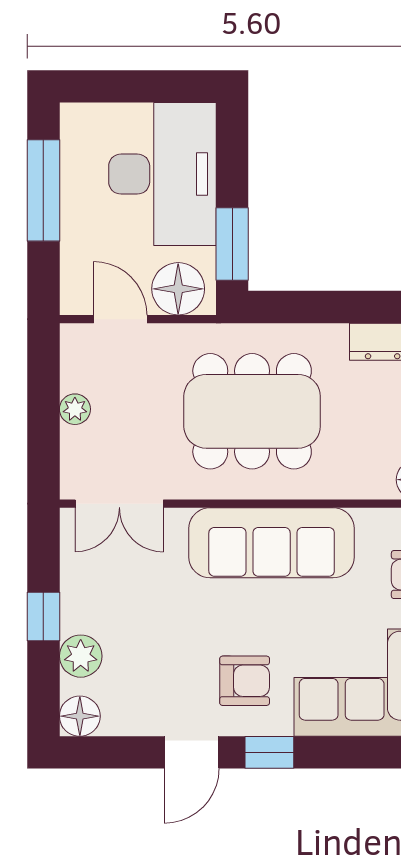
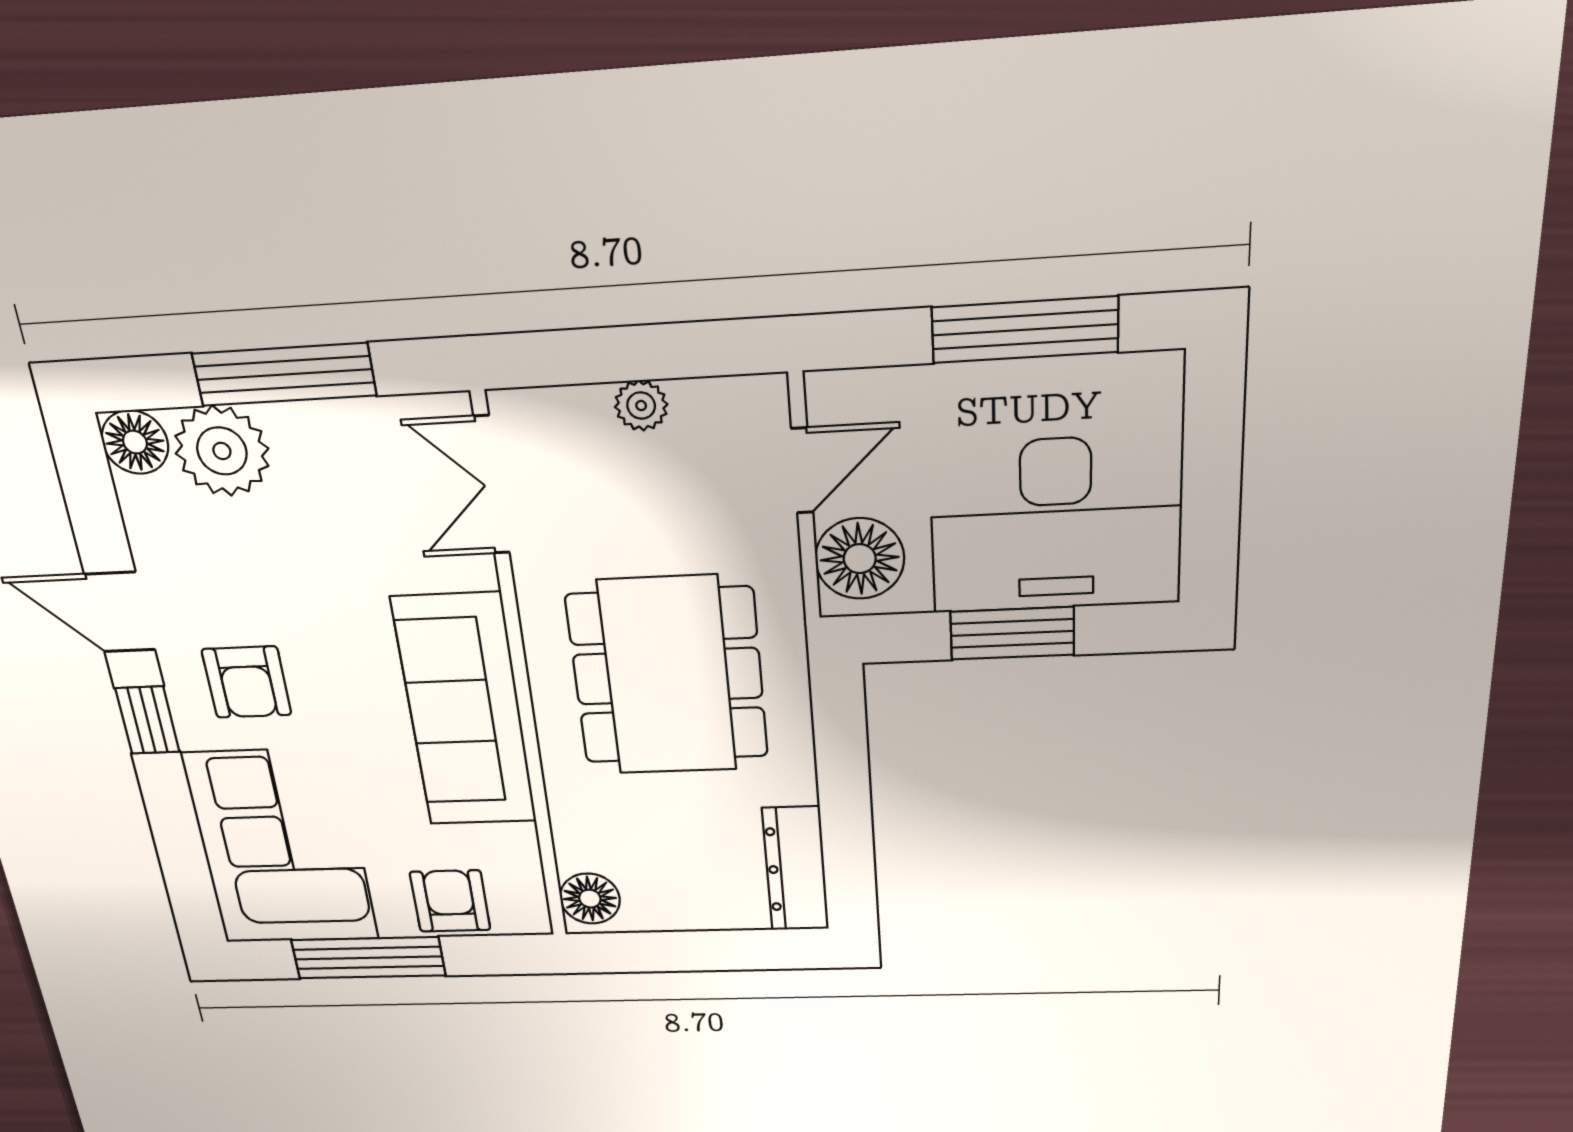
window: (232, 244) -> (1012, 633), moved
window: (43, 616) -> (284, 375), width x2.17
plant: (81, 656) -> (222, 451), width x1.36, depth x1.36

